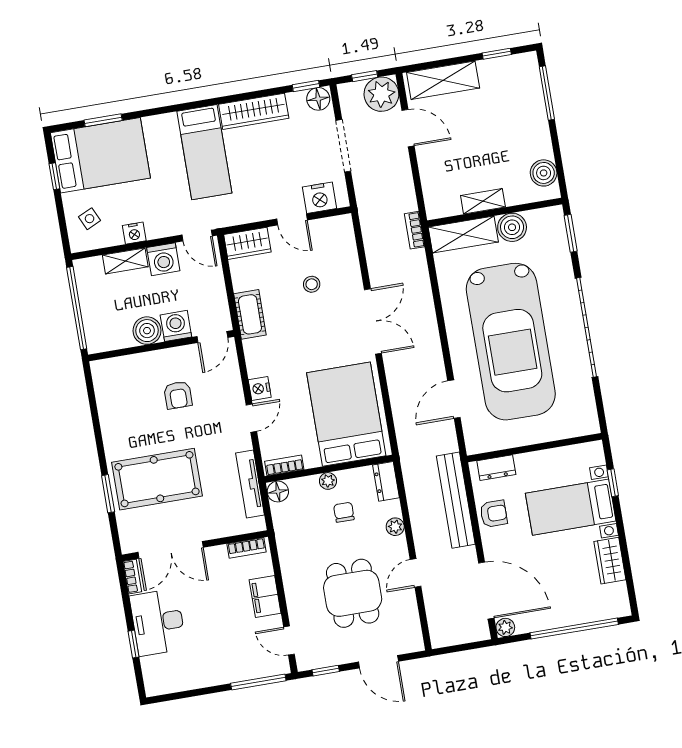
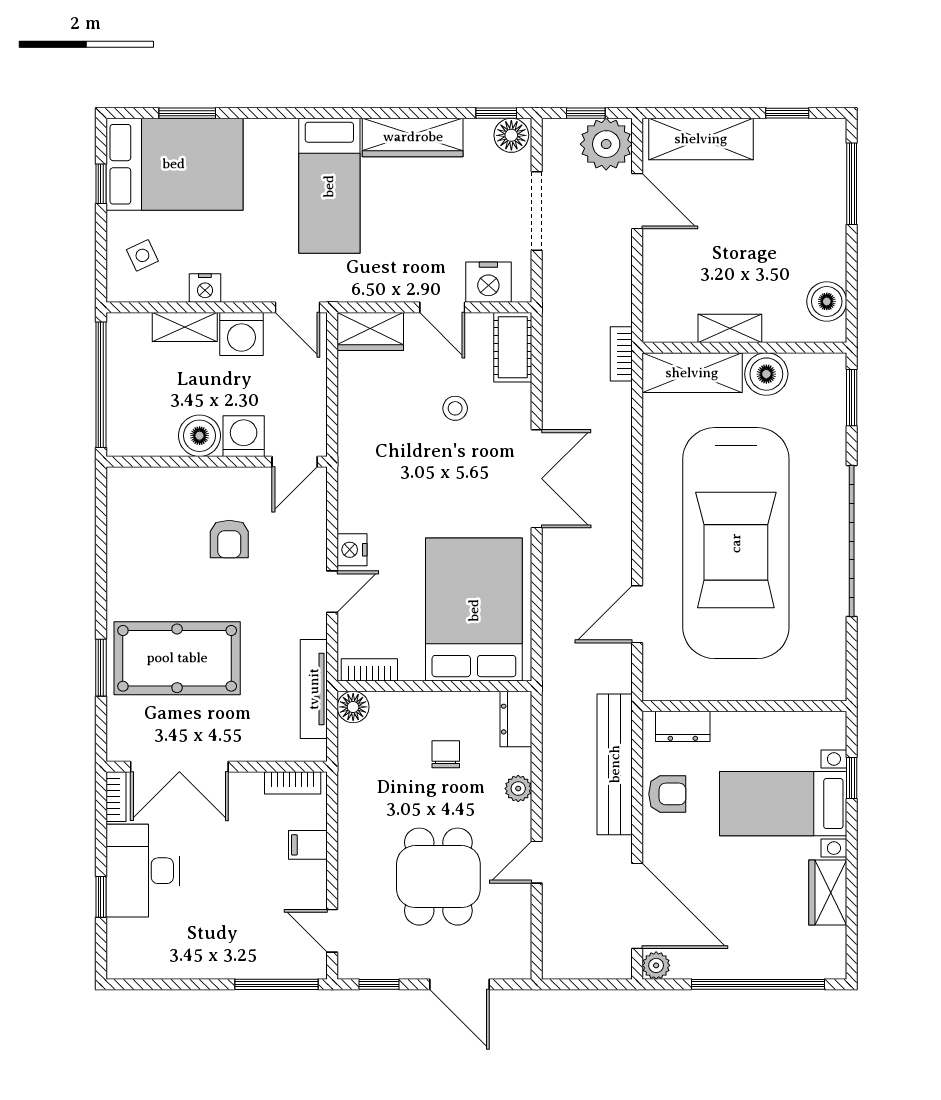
cot: (250, 314) -> (513, 347), moved
plant: (328, 481) -> (430, 704), removed
filing cabinet: (265, 596) -> (308, 845), width x0.50

